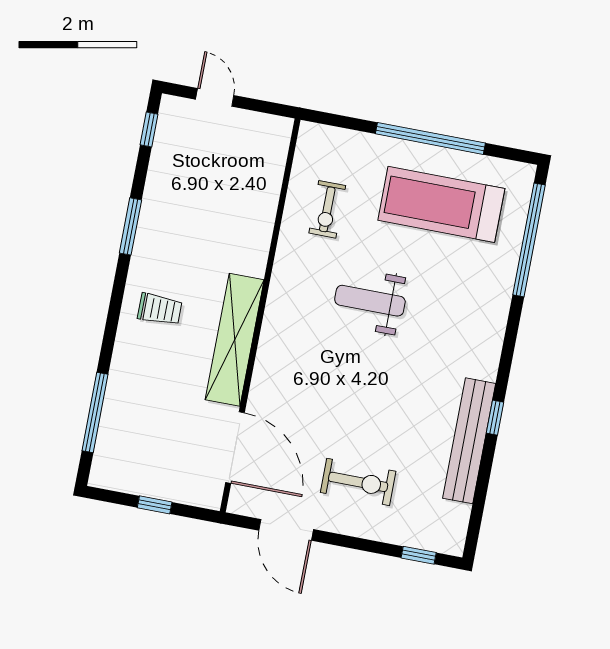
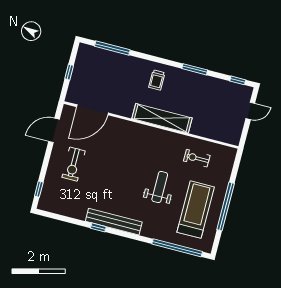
weight bench: (370, 301) -> (160, 187), moved
shelving: (235, 340) -> (162, 118), moved
bench: (469, 441) -> (114, 222), moved

